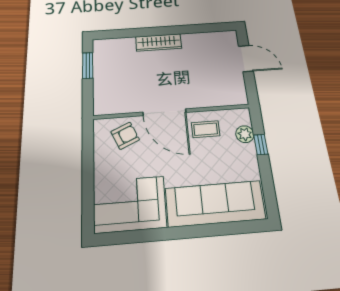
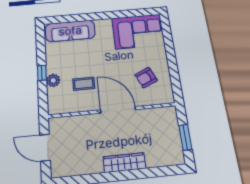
door: (164, 112) -> (118, 110), moved
wall: (172, 112) -> (112, 110), moved
sofa: (215, 204) -> (70, 31), width x0.74, depth x0.79

